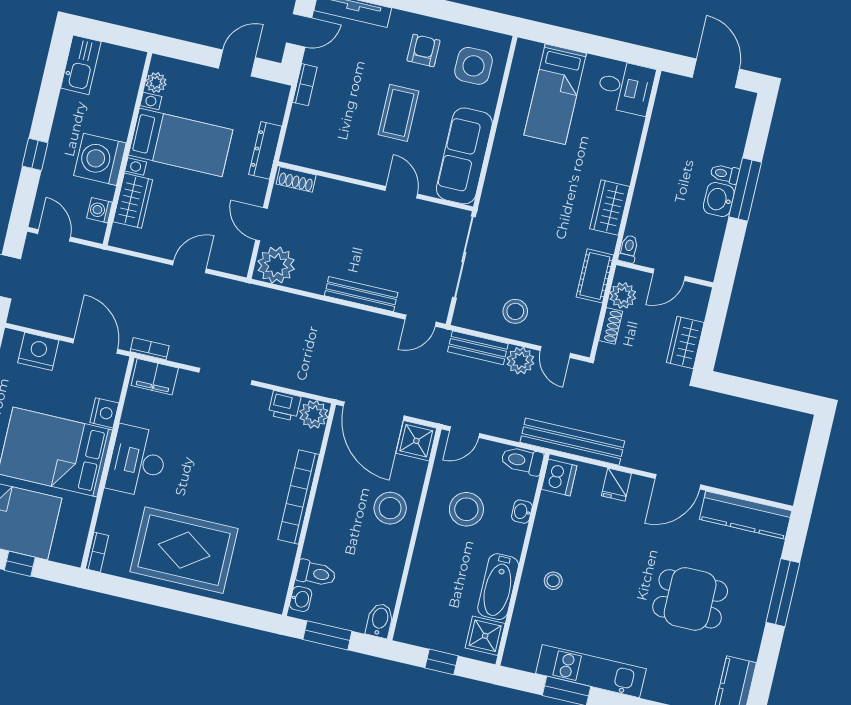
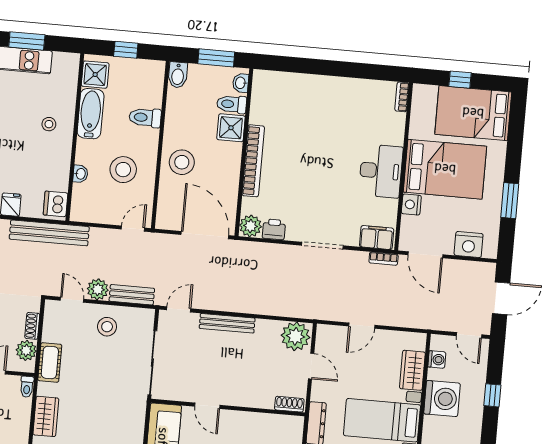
shower: (416, 441) -> (231, 128), moved
toilet: (522, 461) -> (145, 118), moved, turned 180
rug: (184, 550) -> (335, 108), removed

